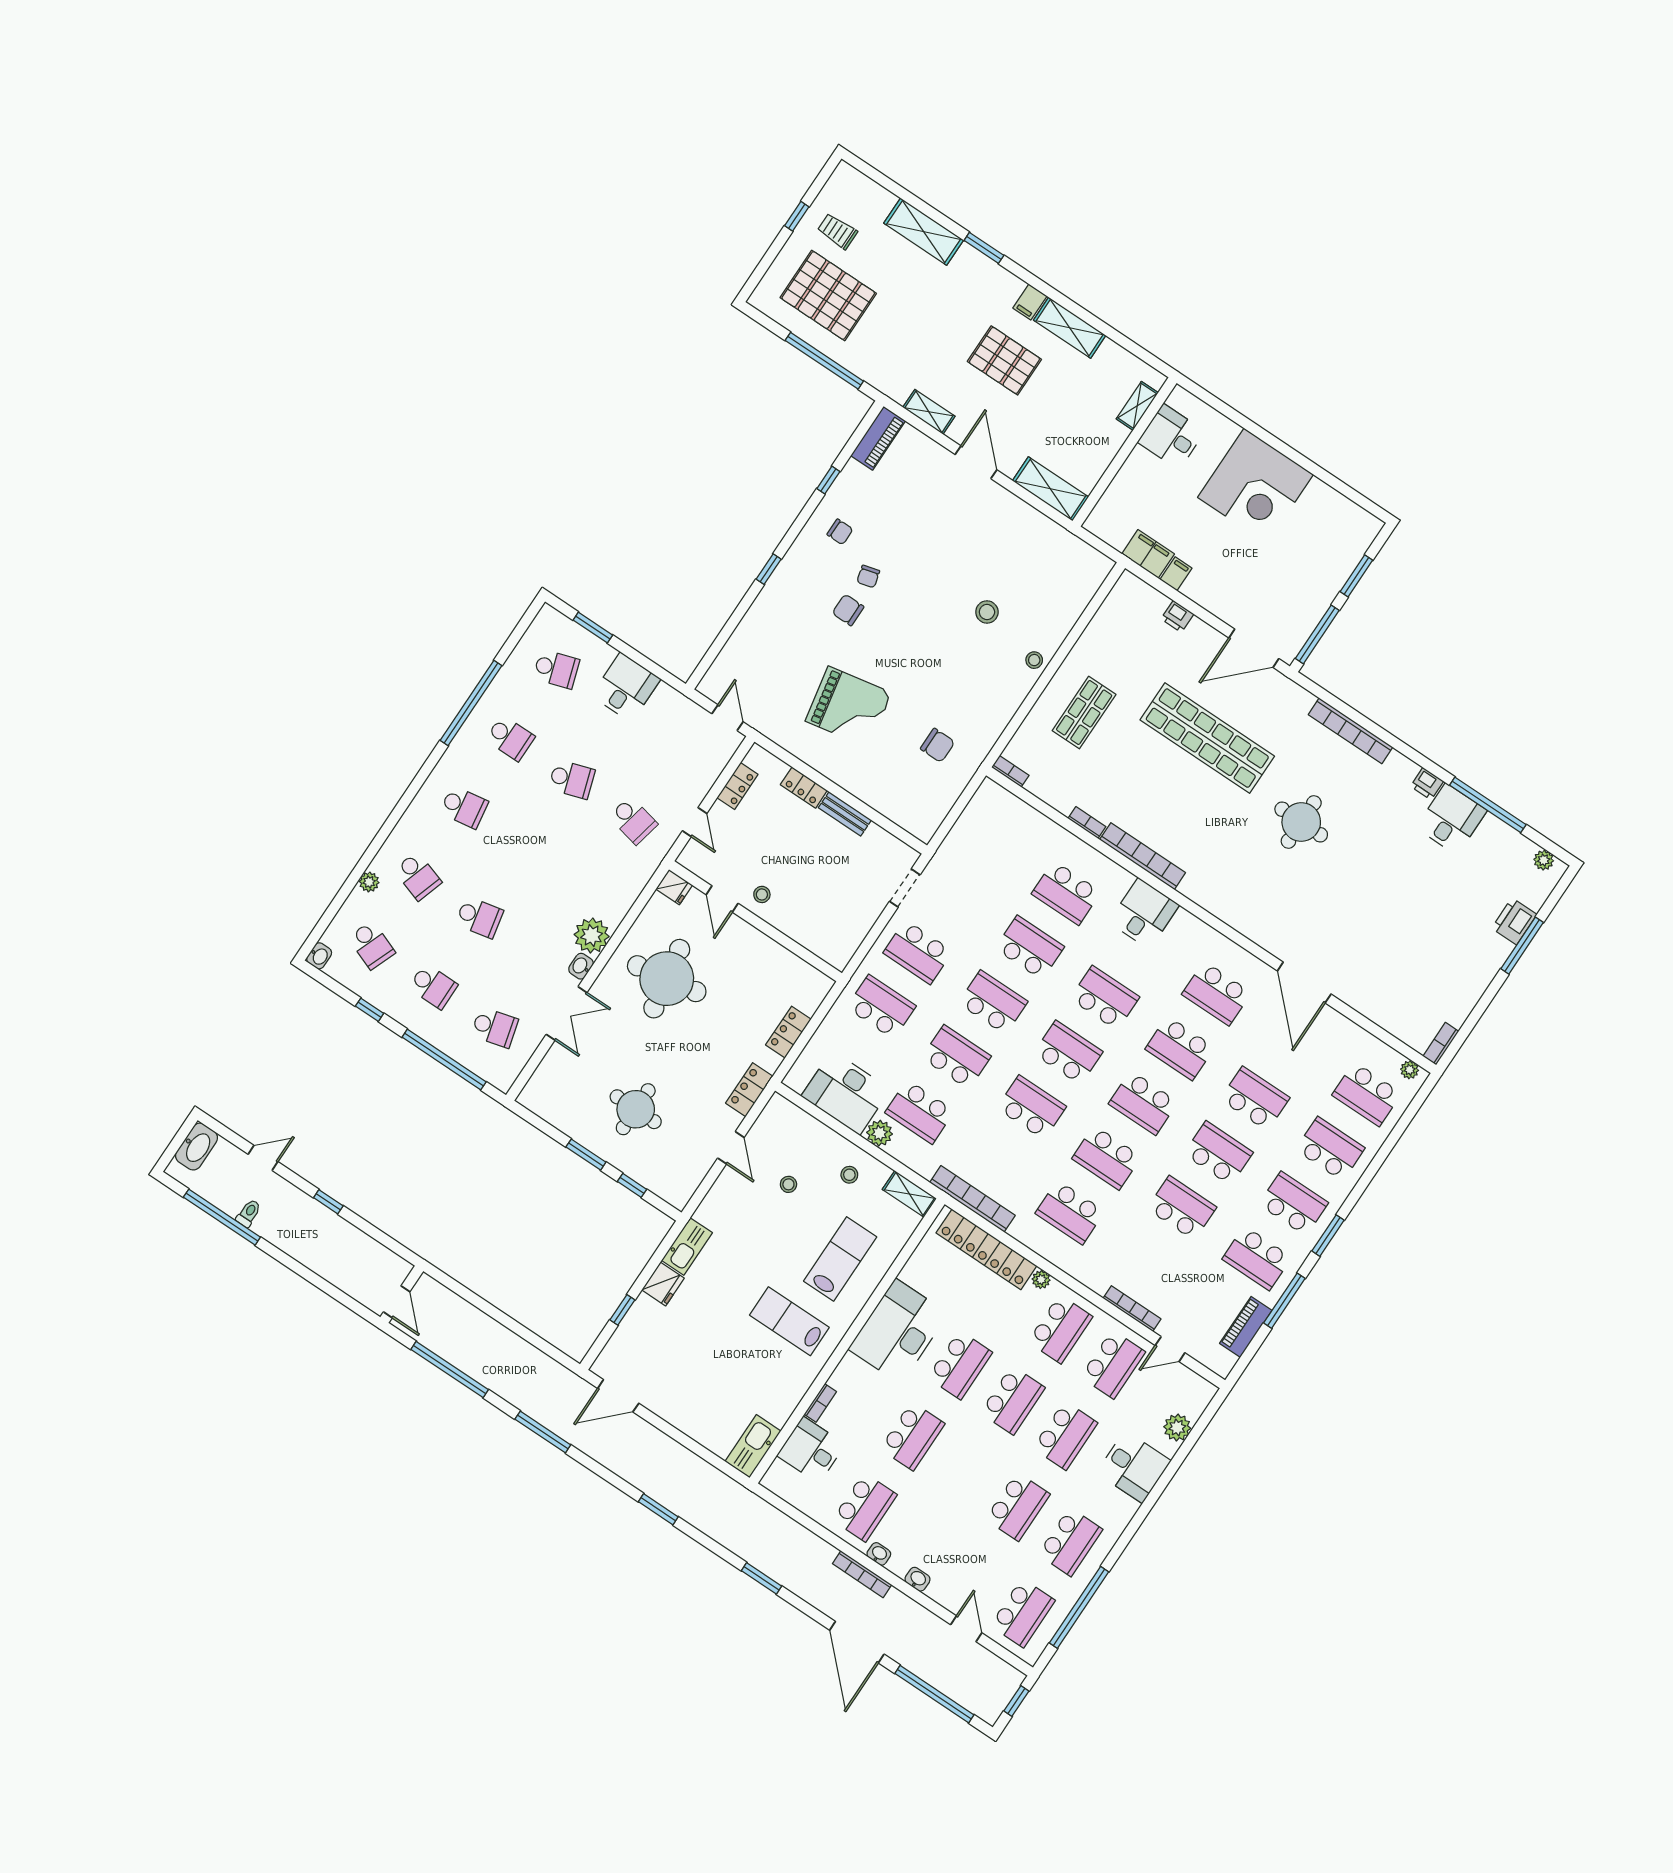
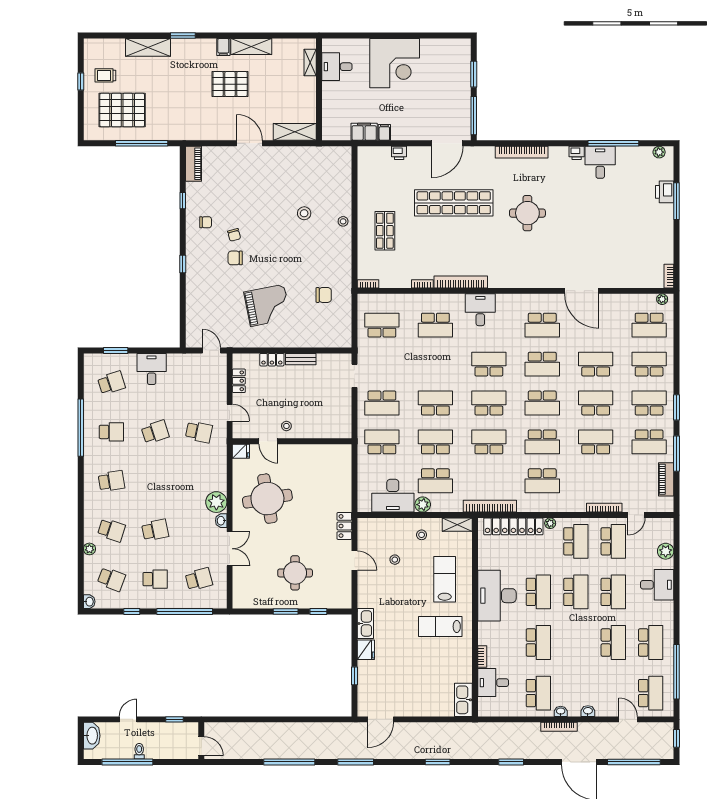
shelving: (929, 412) -> (210, 134), removed
school desk: (1030, 948) -> (382, 325), moved
locker: (788, 1032) -> (345, 485), removed
wall: (402, 1294) -> (201, 741), moved
door: (397, 1302) -> (201, 746), moved

